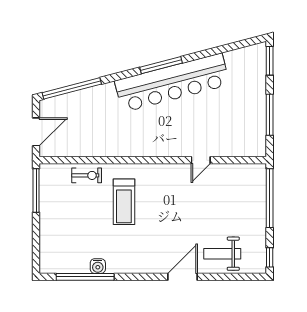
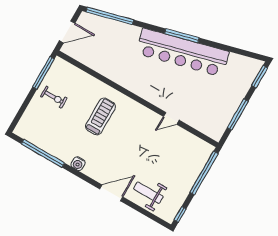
exercise bike: (87, 175) -> (54, 97), moved
treadmill: (124, 202) -> (100, 117), turned 180
water cooler: (98, 266) -> (78, 164), moved

